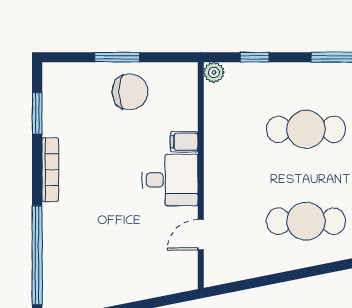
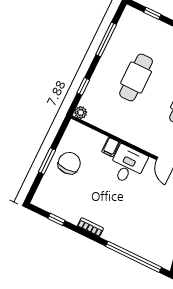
window: (37, 113) -> (56, 219), width x0.67
bookcase: (50, 170) -> (90, 227), width x0.64

